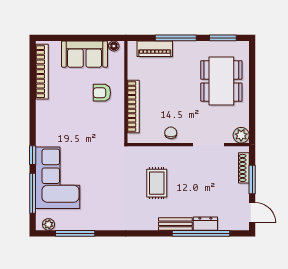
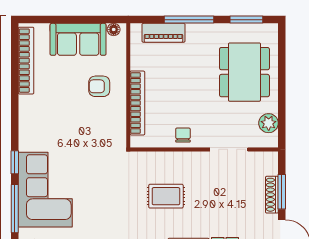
plant: (241, 135) -> (269, 123), moved
shoe rack: (244, 168) -> (272, 195), moved
rug: (157, 183) -> (166, 196), turned 90

